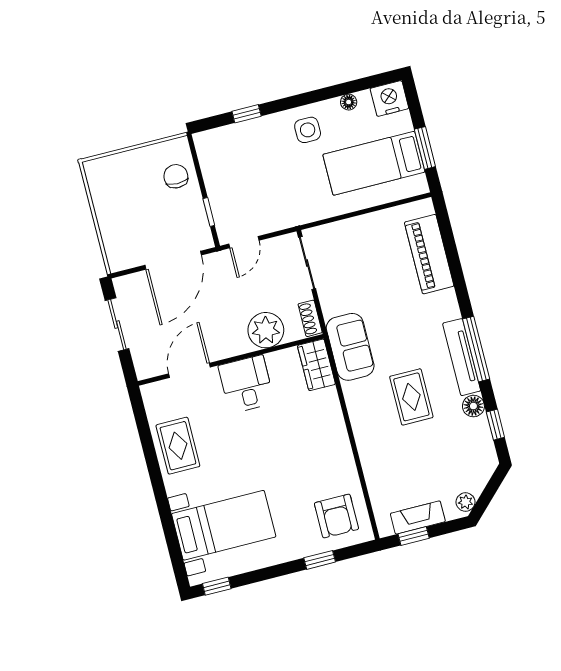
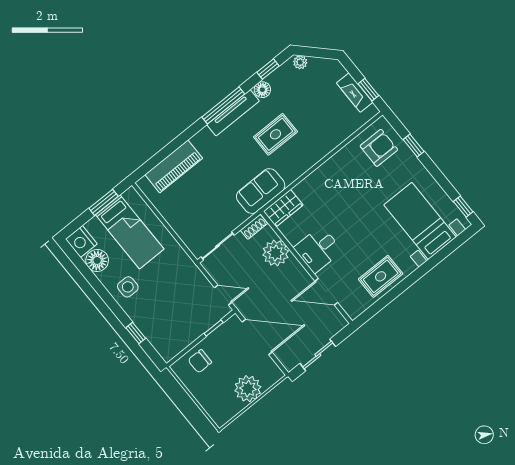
floor lamp: (349, 102) -> (97, 260), width x1.89, depth x1.89
plant: (115, 220) -> (248, 389), added
plant: (466, 502) -> (300, 62), moved

